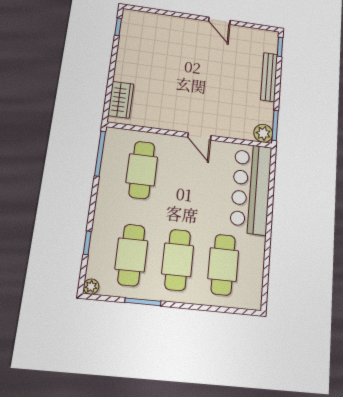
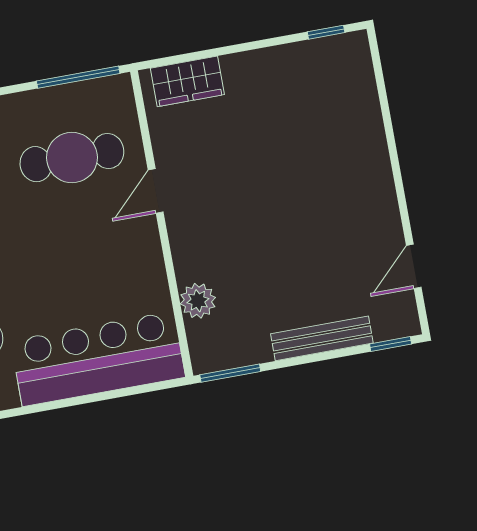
door: (219, 21) -> (414, 266), moved
plant: (263, 133) -> (198, 301), moved
door: (199, 136) -> (156, 191), moved

